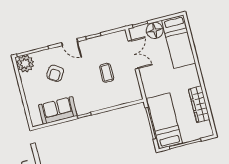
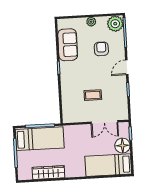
armchair: (55, 73) -> (101, 49), turned 57
plant: (28, 90) -> (91, 22), added

